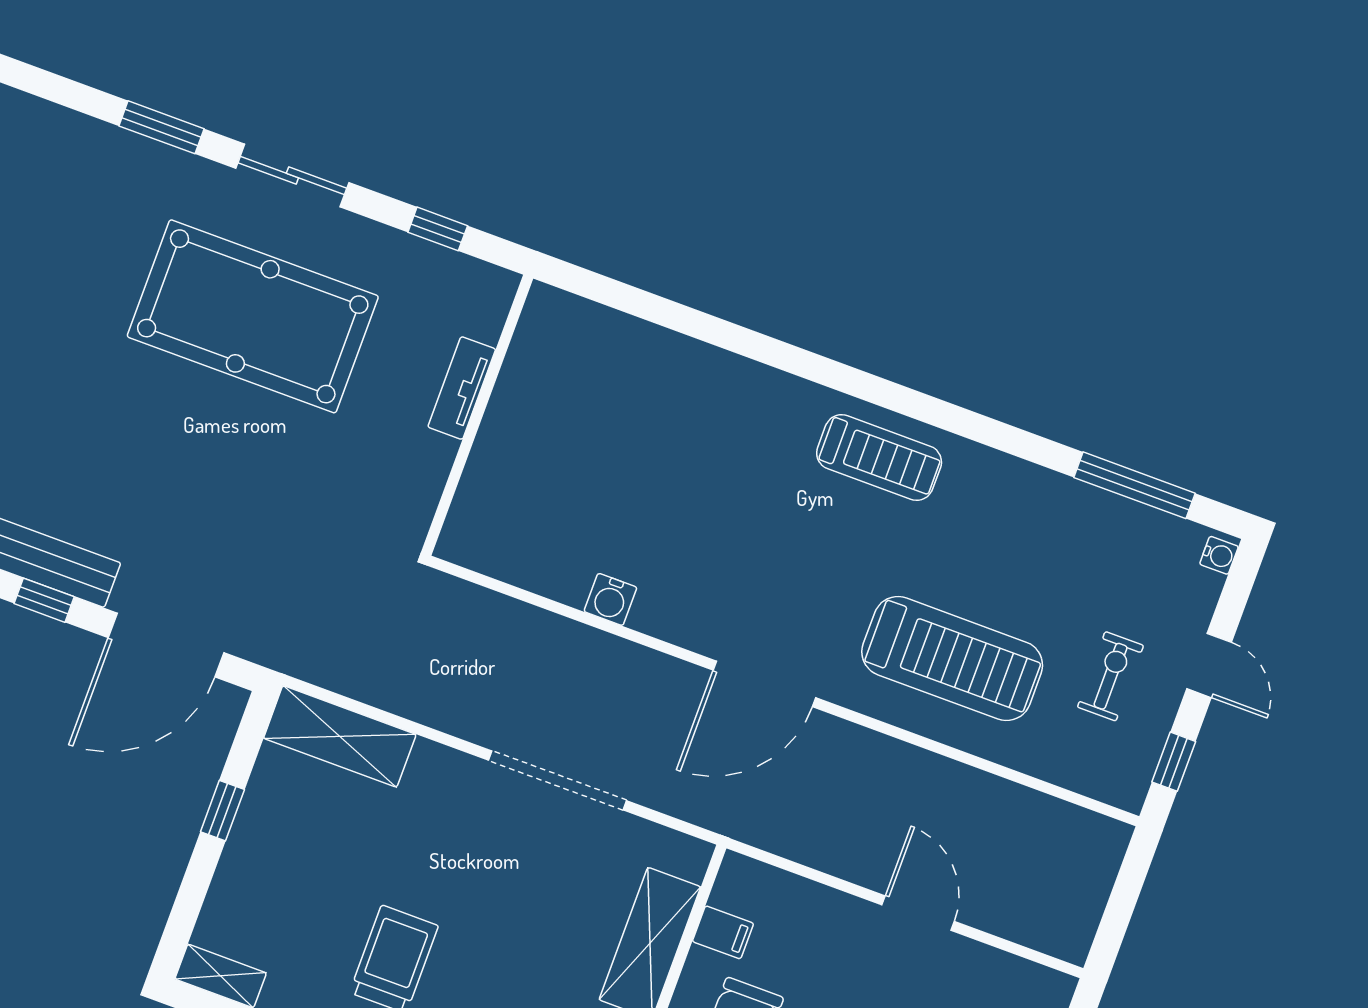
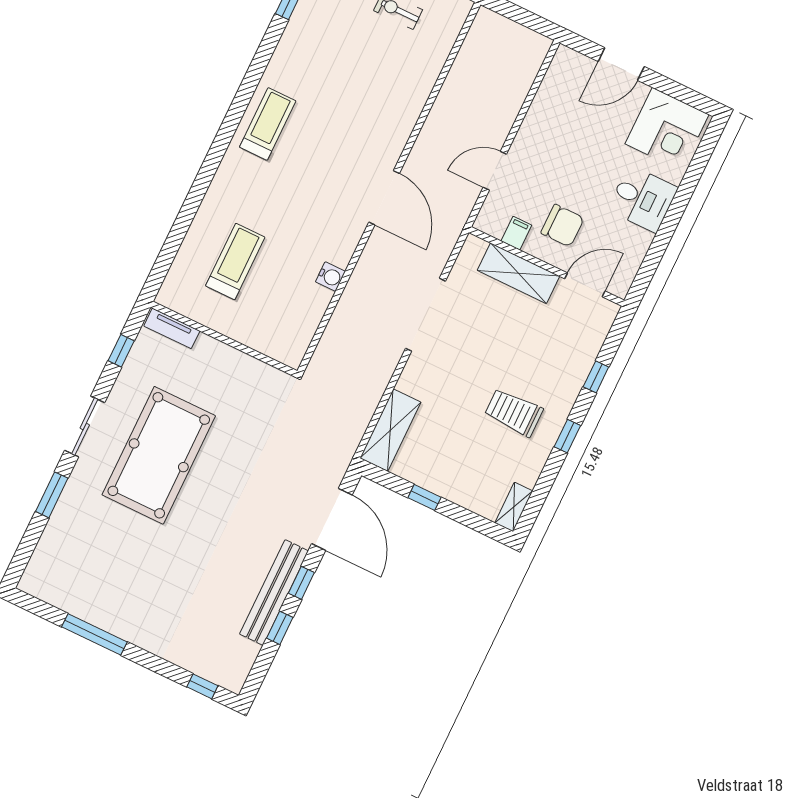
tv unit: (462, 388) -> (172, 328), moved
treadmill: (952, 659) -> (235, 261), moved, width x0.73, depth x0.73
door: (918, 913) -> (495, 171), moved

